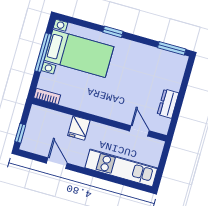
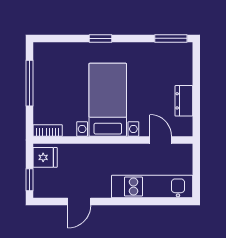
bed with nightstands: (79, 53) -> (108, 100), moved, turned -90
fridge: (79, 128) -> (45, 157), moved, turned -90
door: (57, 163) -> (79, 202), swing flipped

